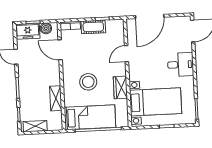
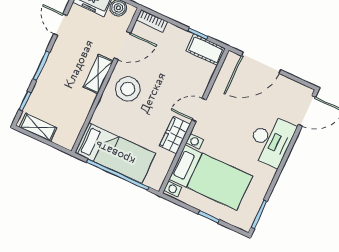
cot: (93, 27) -> (206, 50), moved
door: (60, 50) -> (122, 45), swing flipped
door: (126, 54) -> (199, 110), moved
desk: (180, 65) -> (271, 140), width x1.37
stool: (88, 82) -> (128, 89), moved
shelving: (56, 98) -> (98, 74), moved

